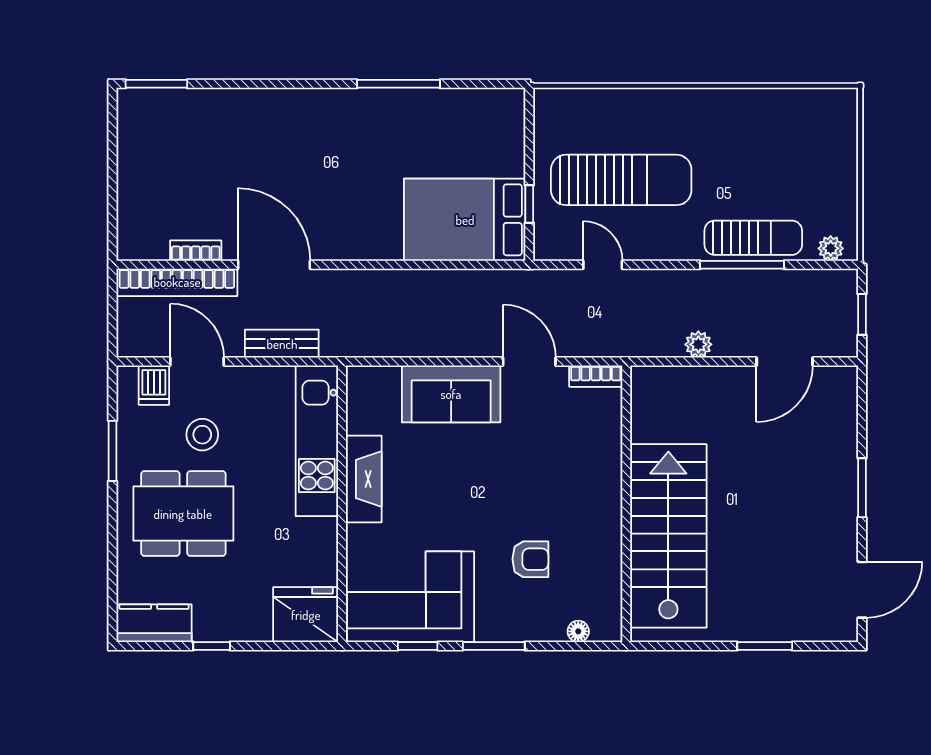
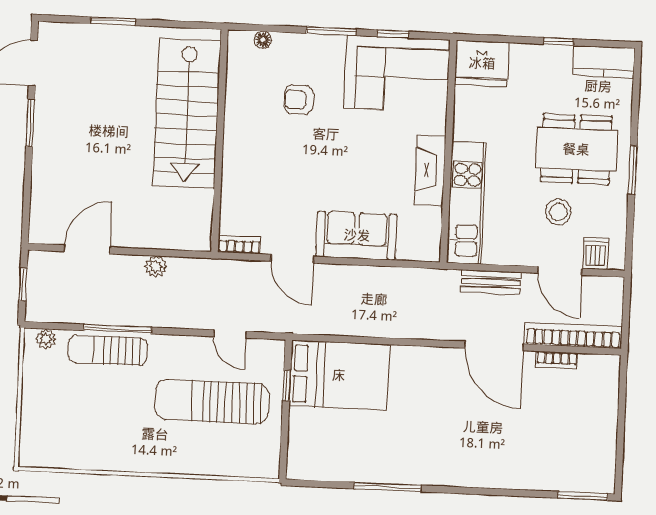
window: (113, 451) -> (633, 170), moved
window: (862, 488) -> (30, 123), moved

